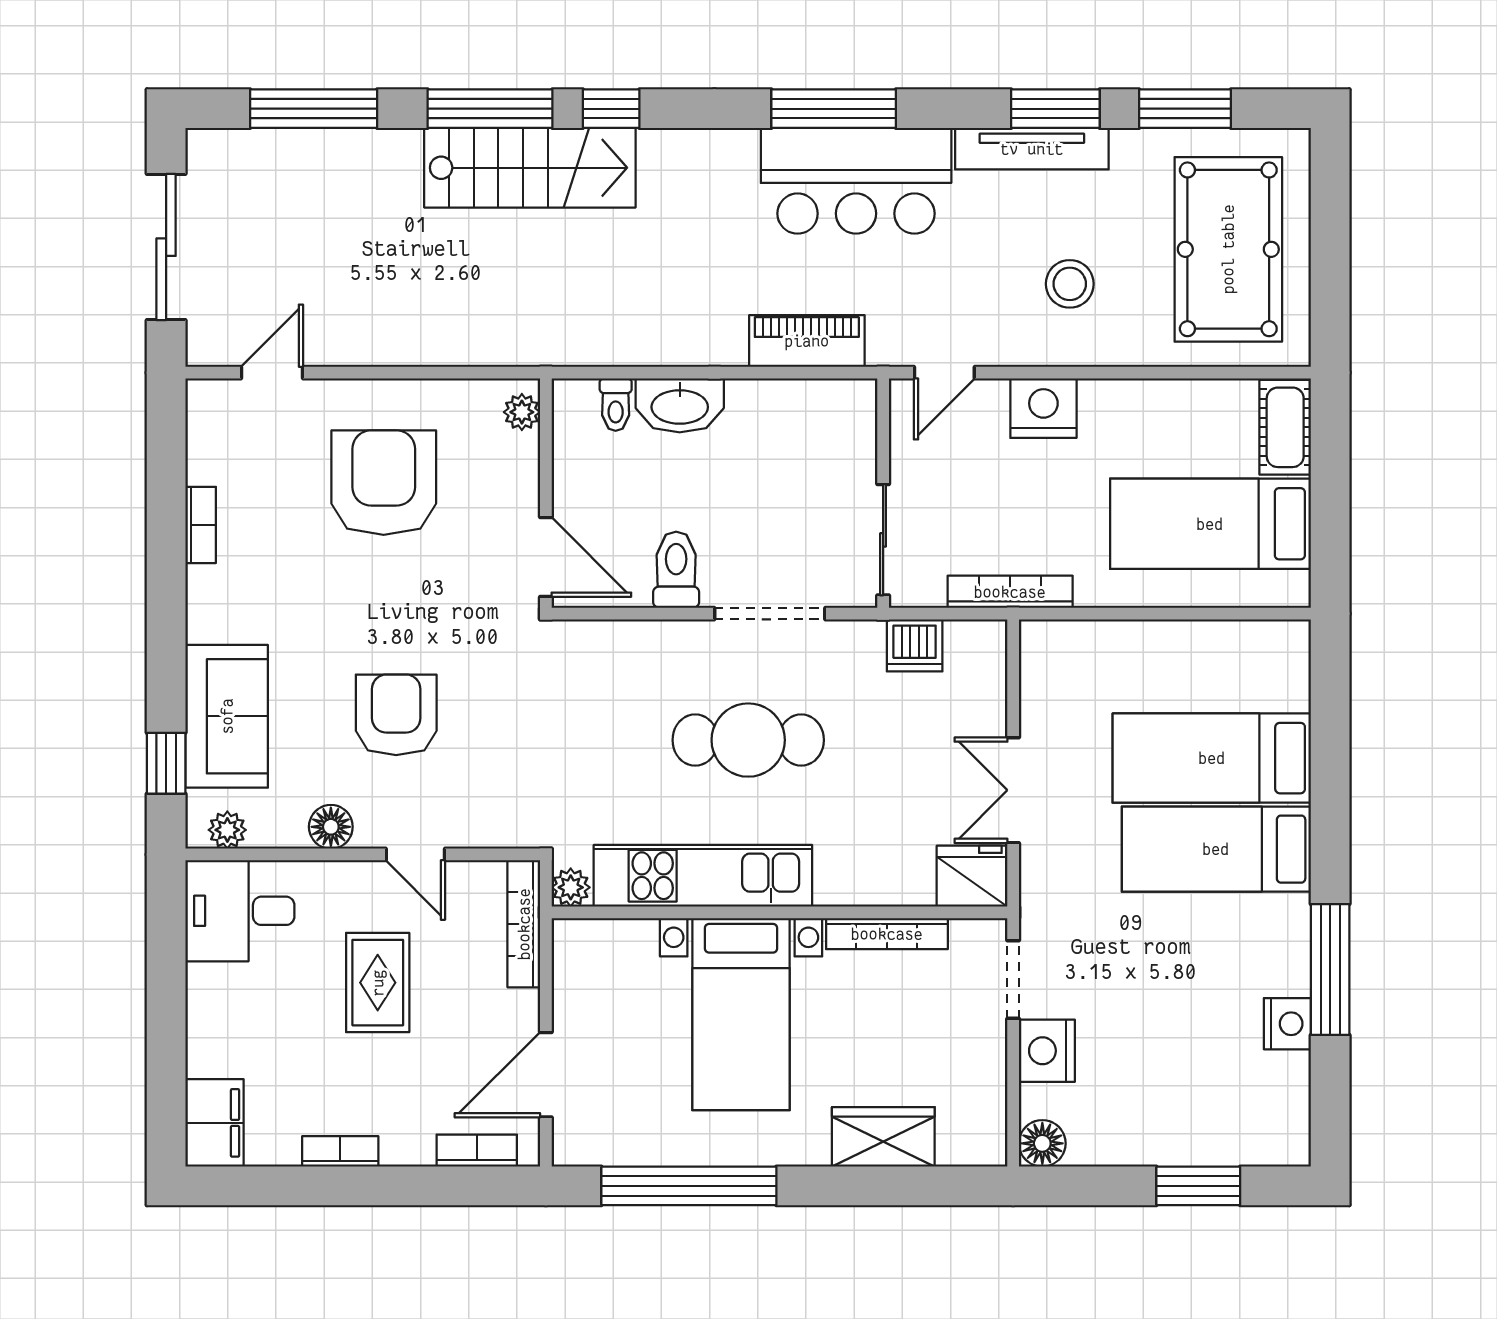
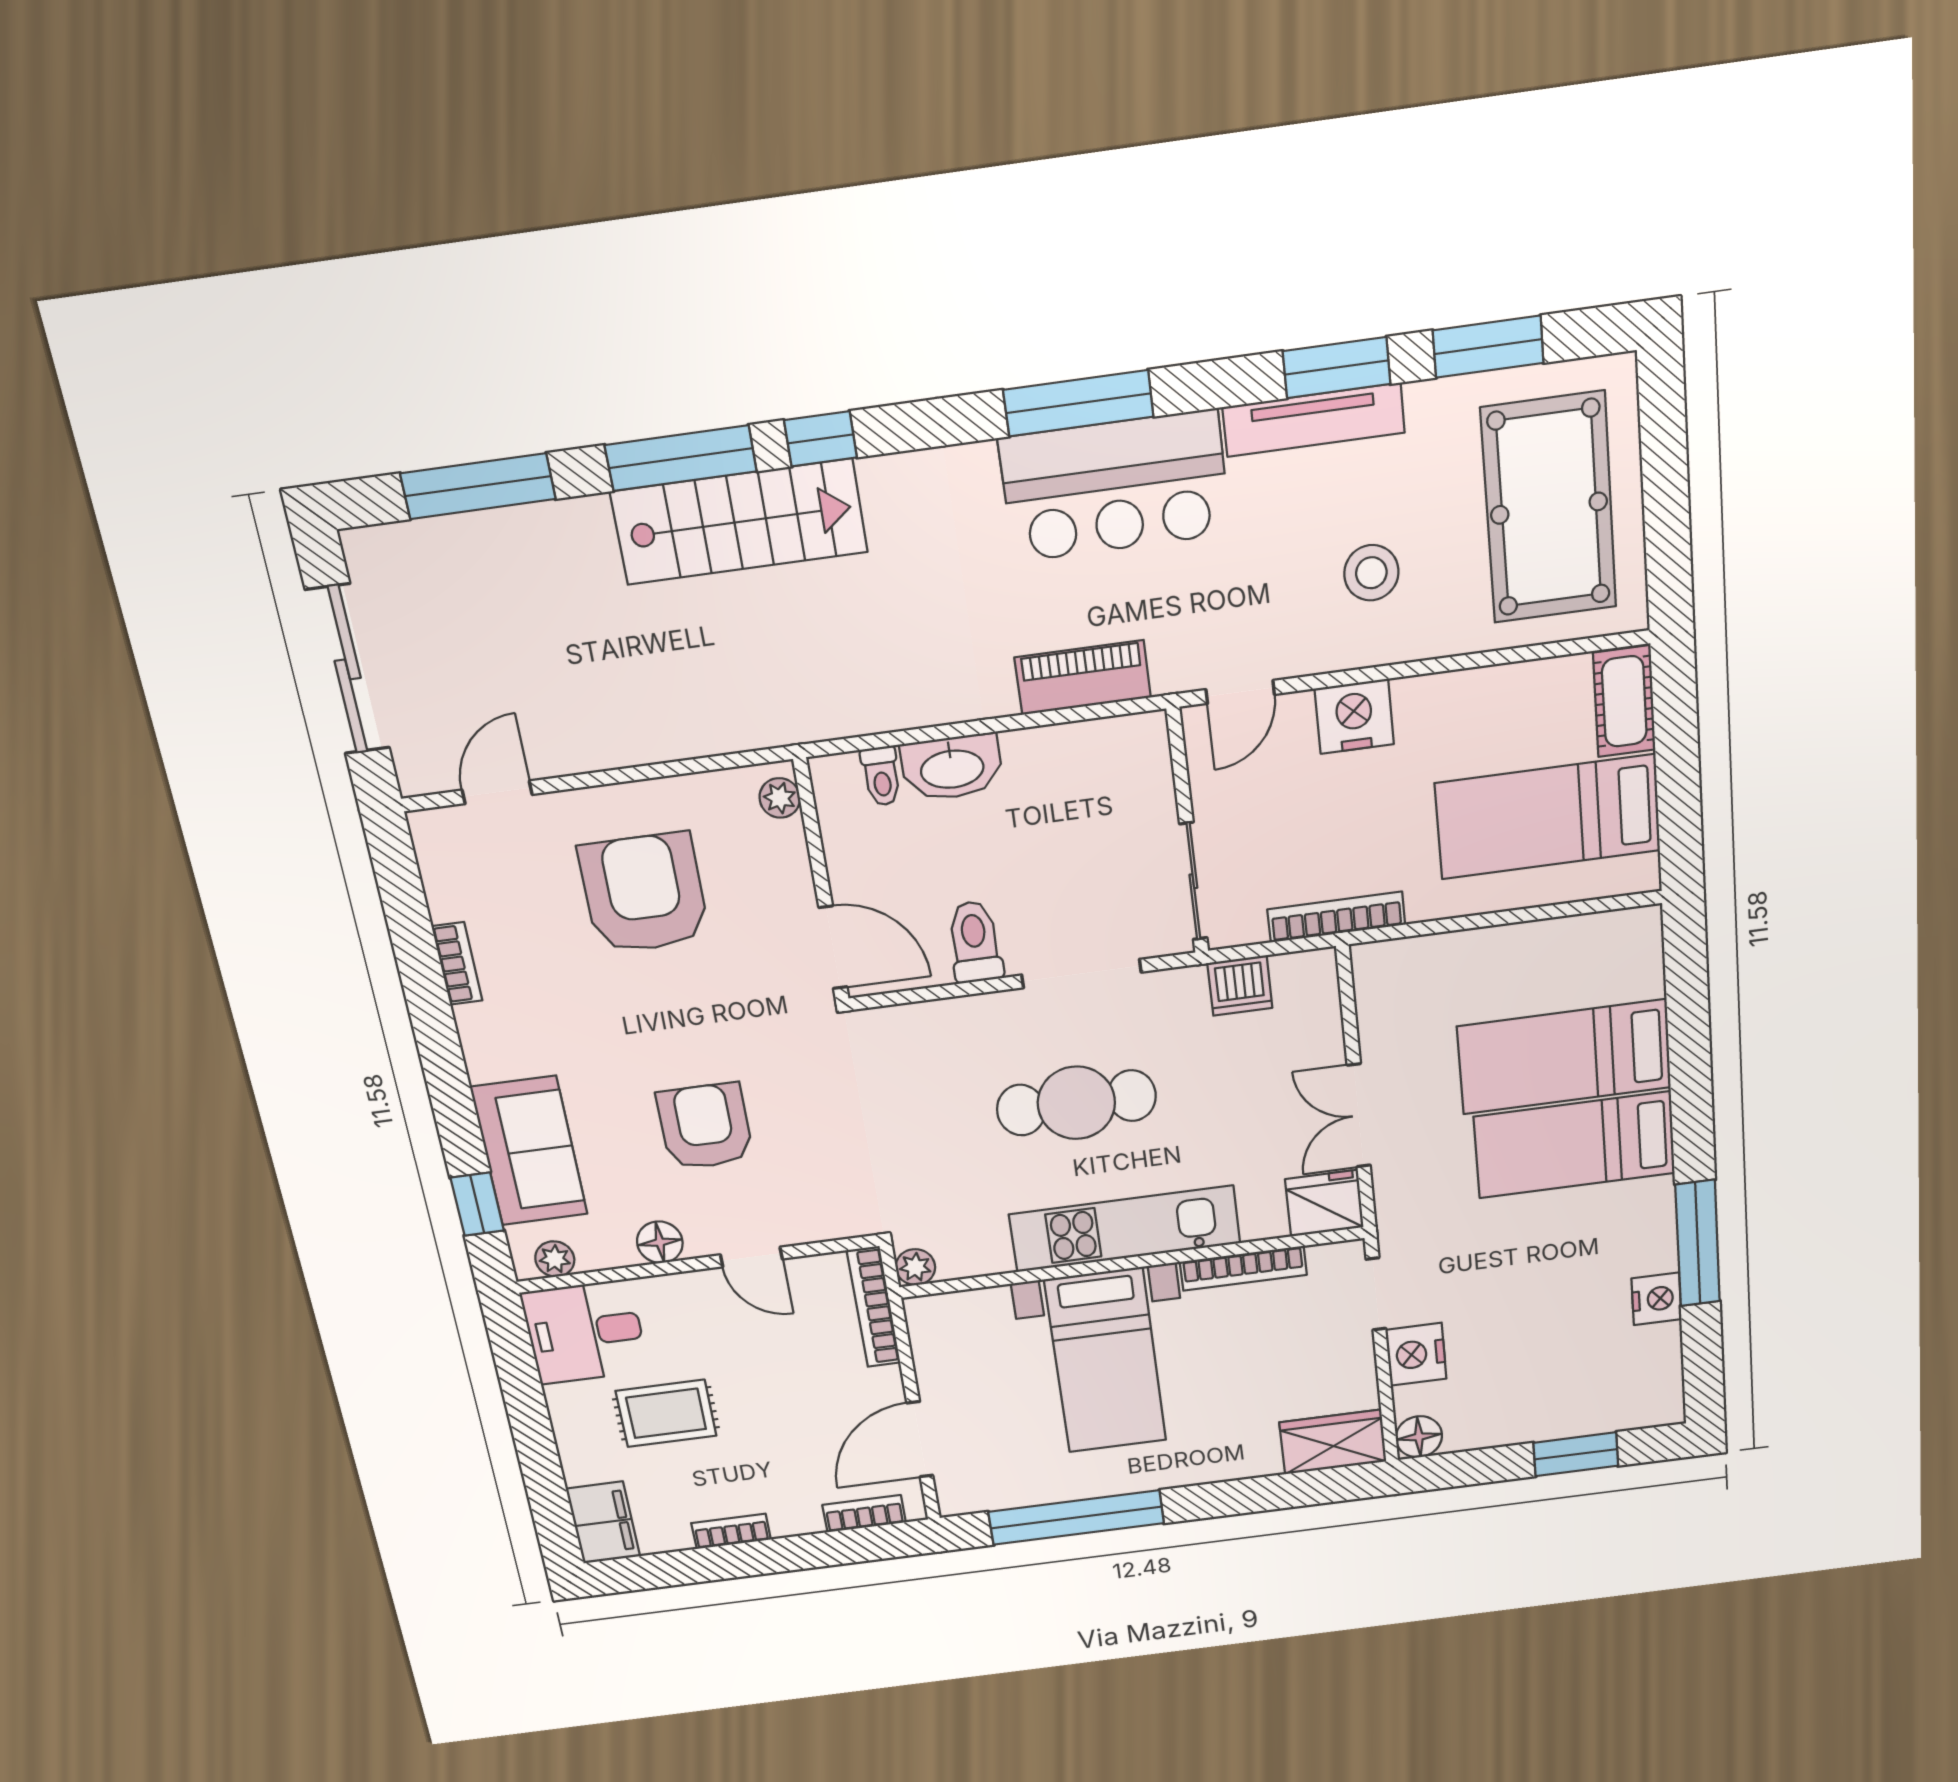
kitchen unit: (703, 876) -> (1125, 1229), moved
rug: (378, 983) -> (666, 1413), moved, turned 90
wardrobe: (883, 1137) -> (1333, 1442), moved

